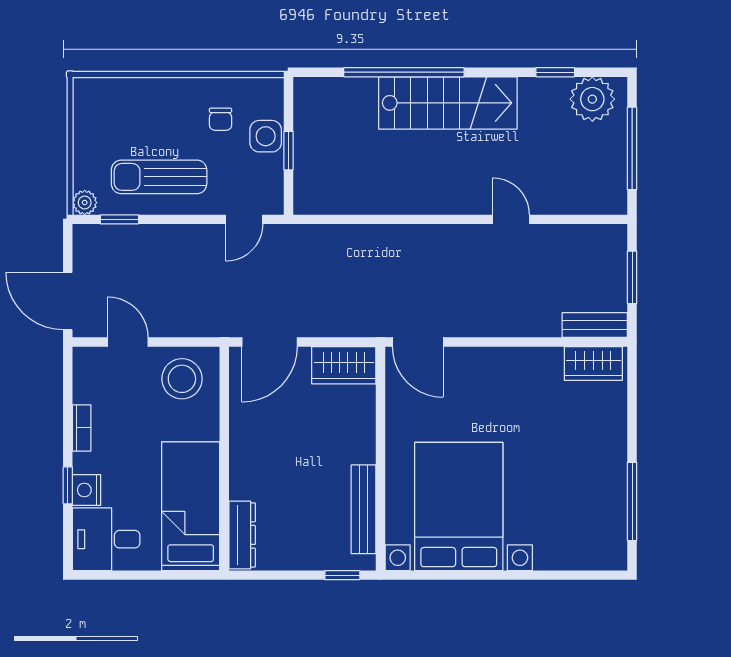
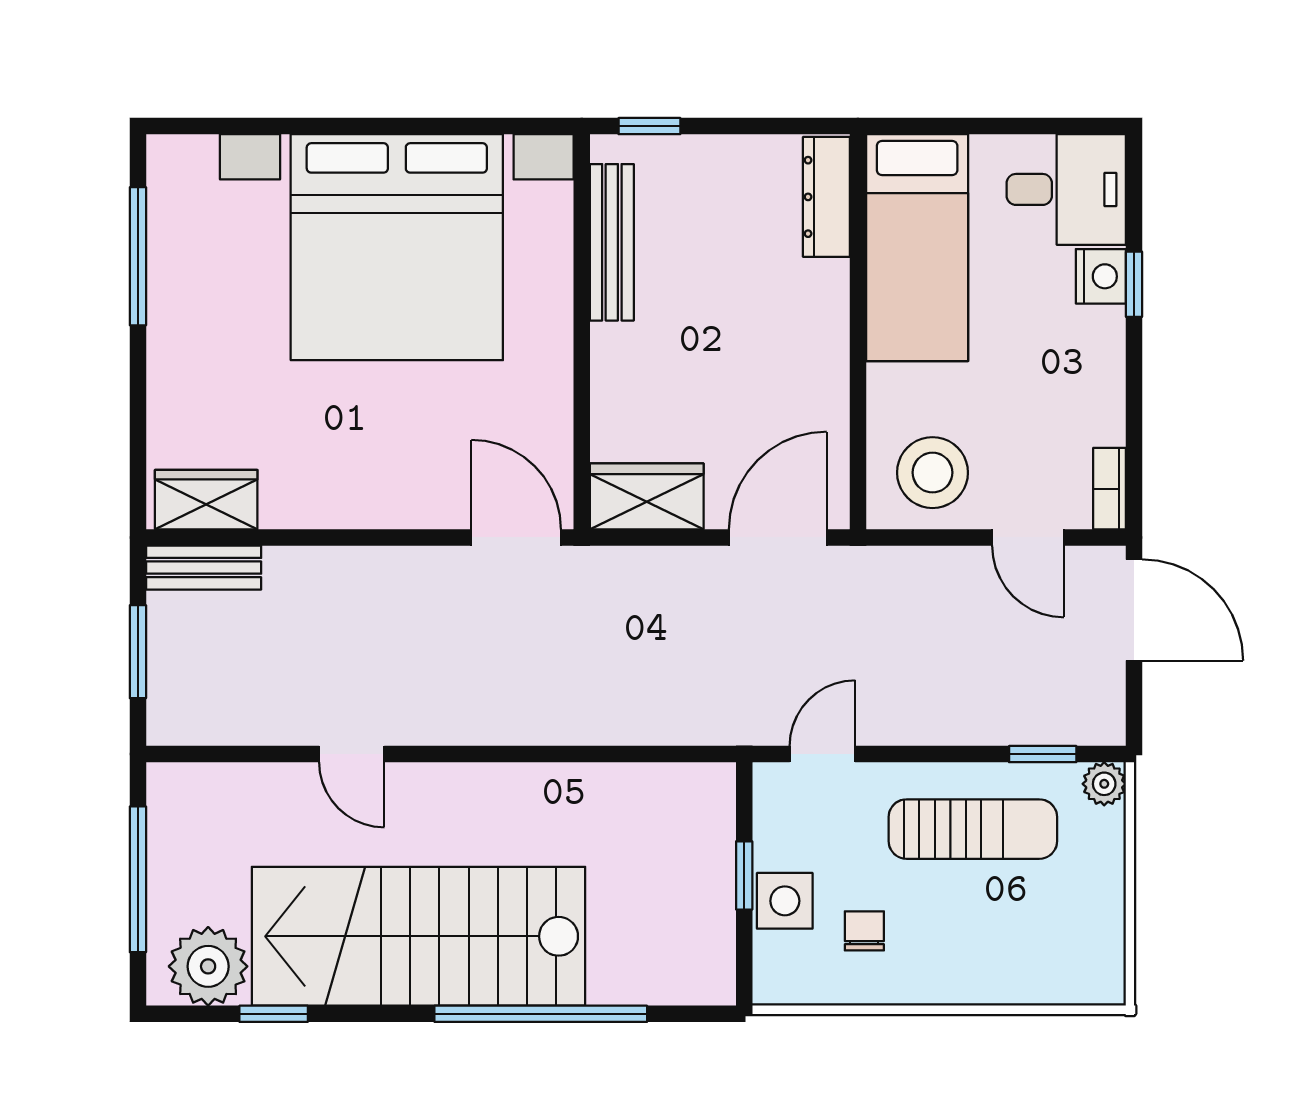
stairs: (448, 103) -> (419, 936), width x1.36, depth x1.51
bookcase: (82, 428) -> (1110, 489), moved
bed with nightstands: (459, 507) -> (397, 247), width x1.36

